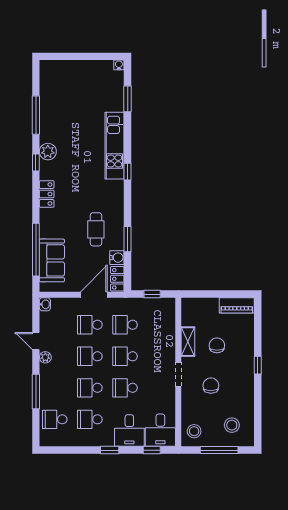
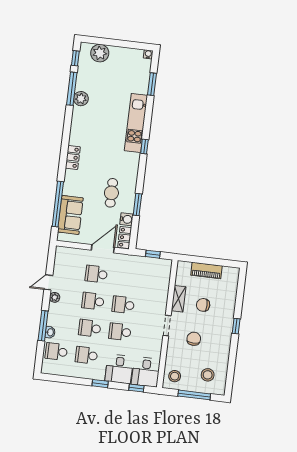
plant: (63, 70) -> (100, 53), added
plant: (48, 152) -> (81, 99), moved
window: (36, 163) -> (75, 58), moved
washbasin: (45, 304) -> (50, 332), moved
piano: (237, 305) -> (206, 271), moved
school desk: (125, 325) -> (126, 278), removed
door: (36, 341) -> (48, 282), hinge flipped
chair: (217, 345) -> (203, 305), turned -90

